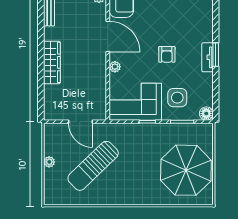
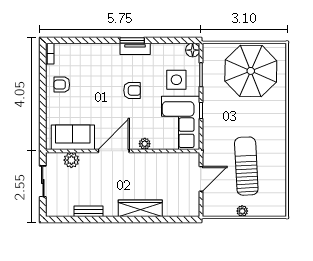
sun lounger: (93, 166) -> (246, 166), turned -139

